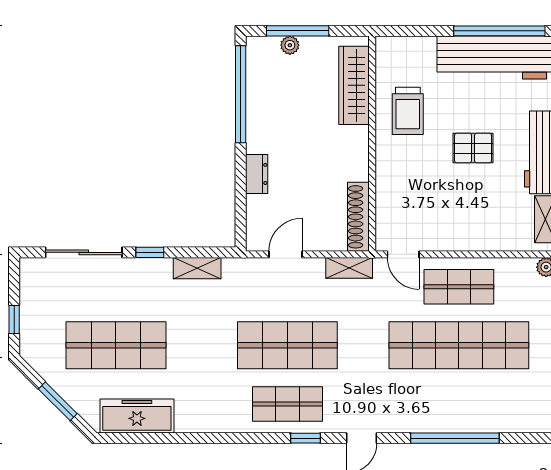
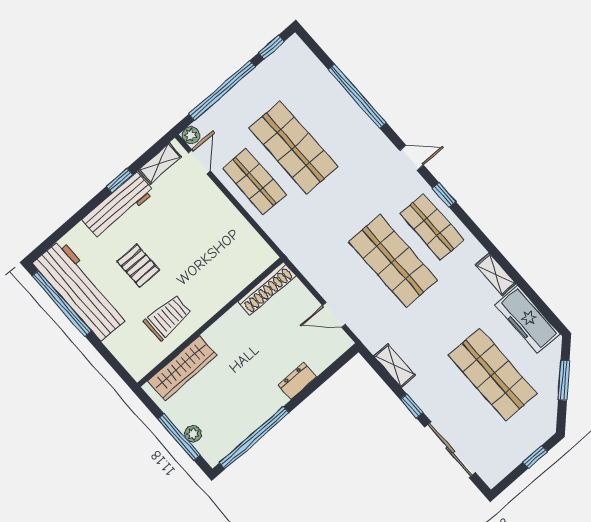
pallet: (473, 148) -> (138, 266), moved
door: (403, 254) -> (199, 162), moved
shelving: (349, 268) -> (496, 274), moved
shop shelf: (459, 345) -> (293, 147), width x0.71

